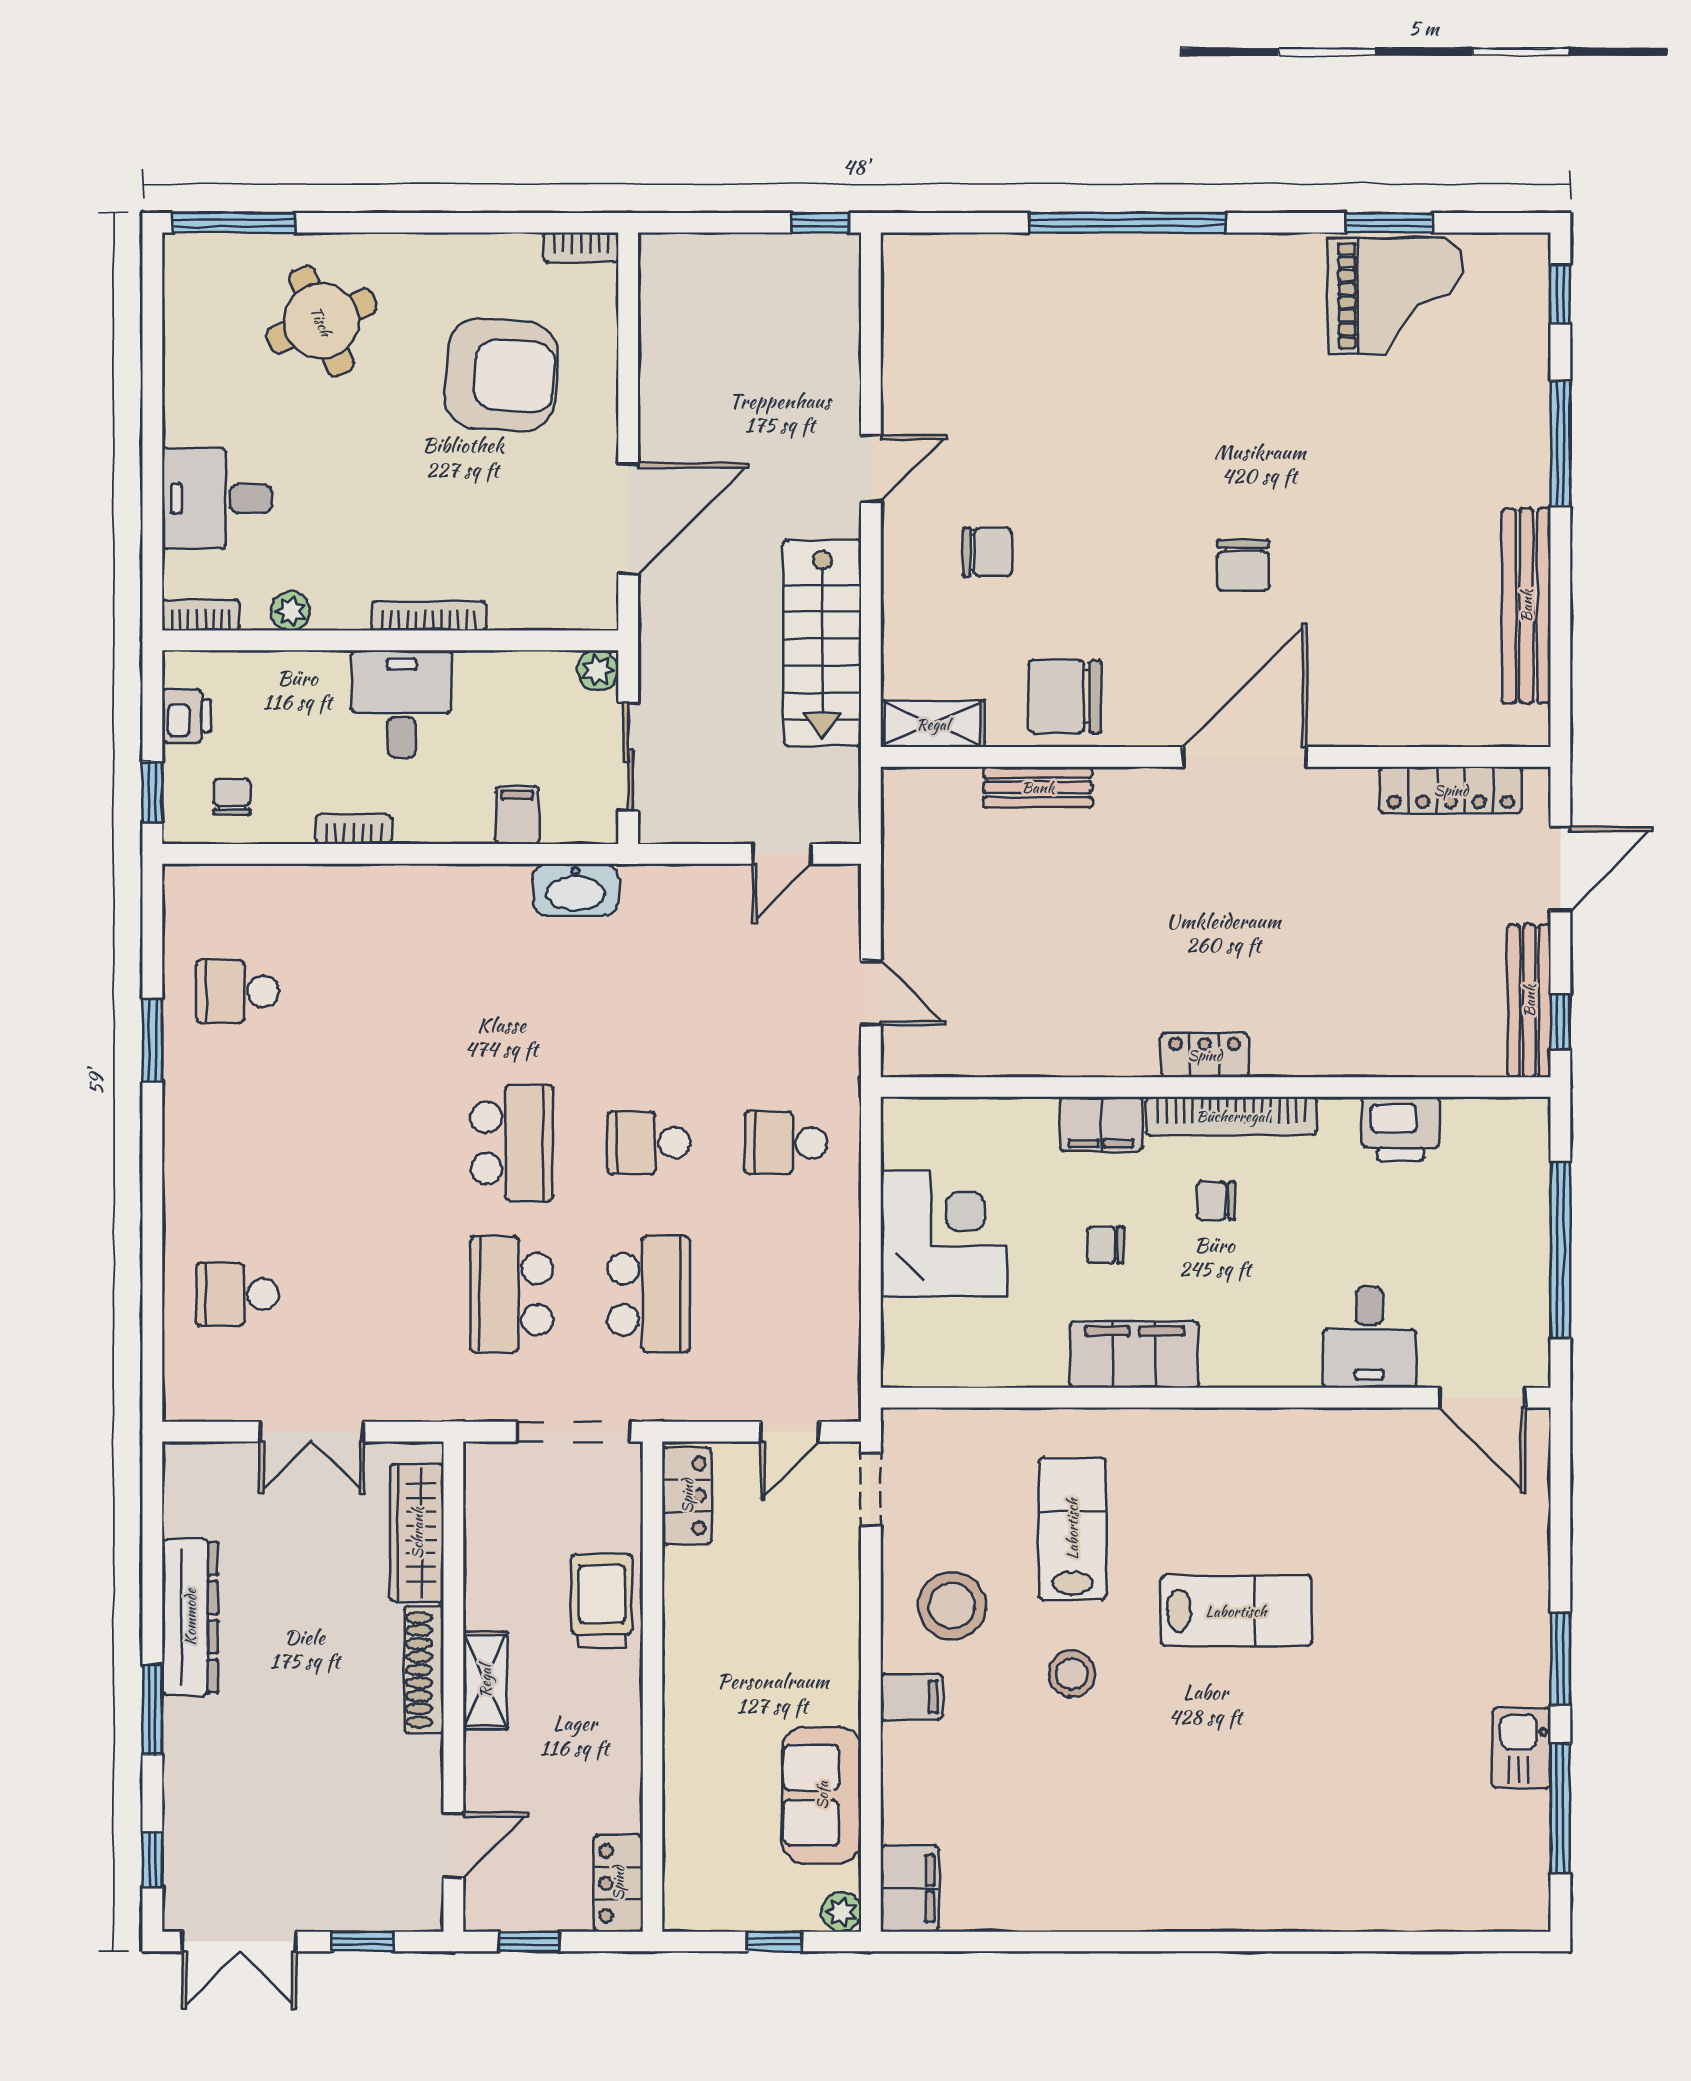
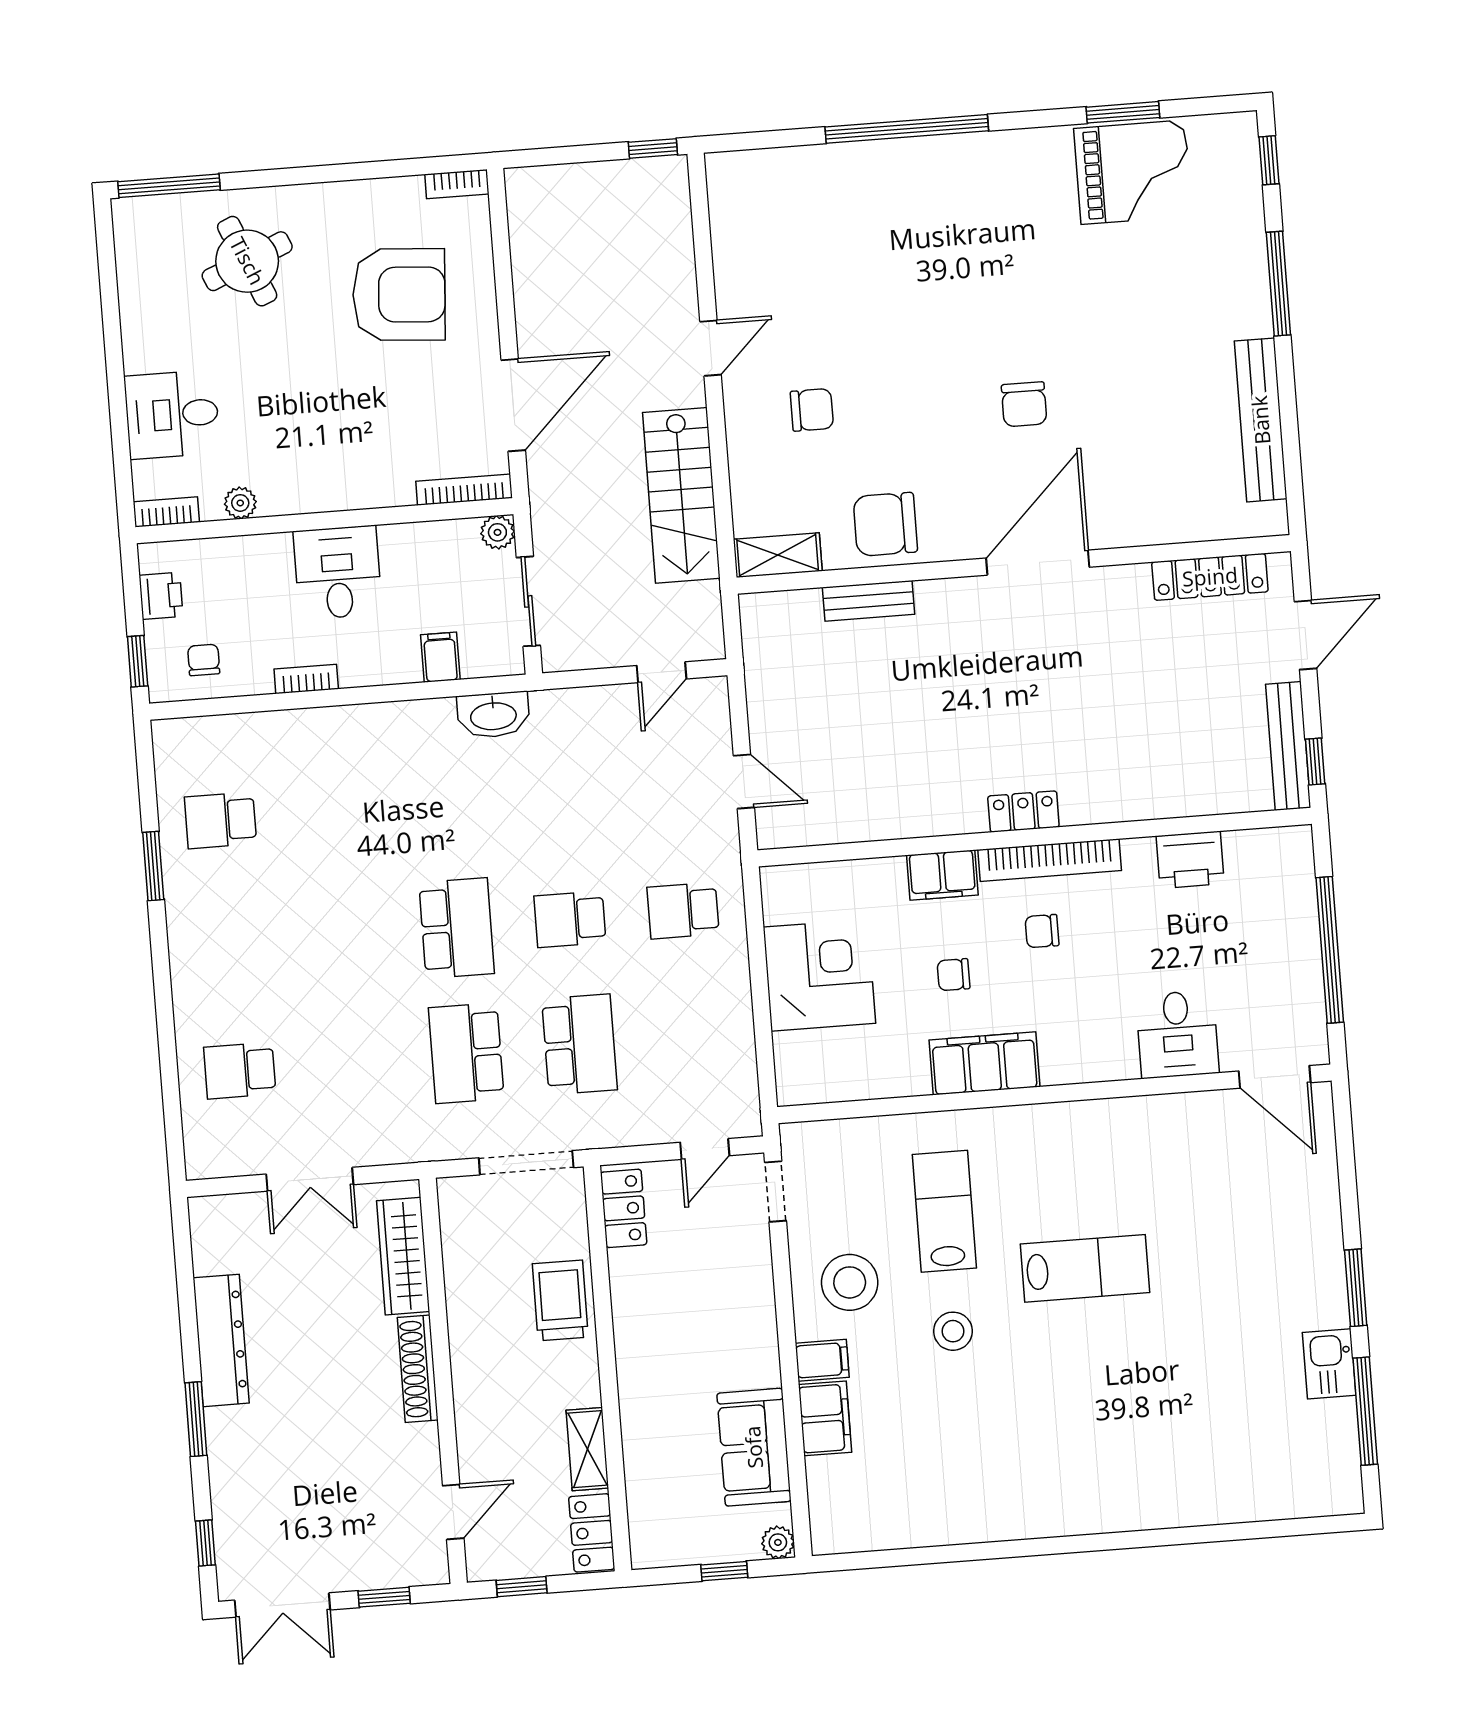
bookcase: (429, 616) -> (464, 490), moved
shelving: (485, 1681) -> (587, 1449), moved
filing cabinet: (910, 1888) -> (825, 1418), moved

